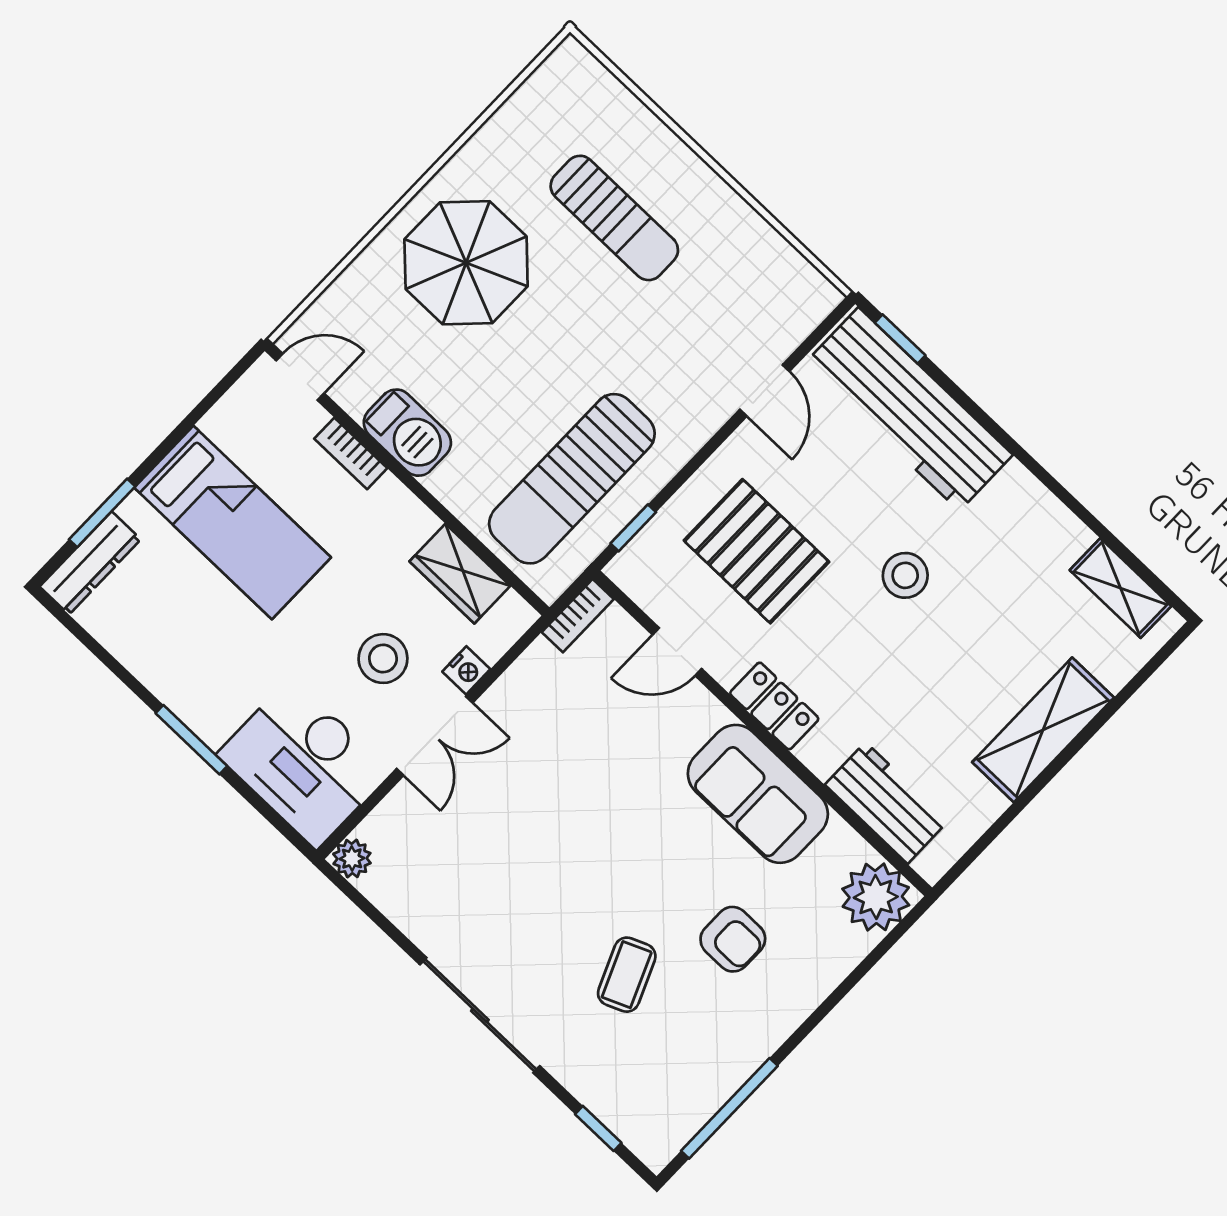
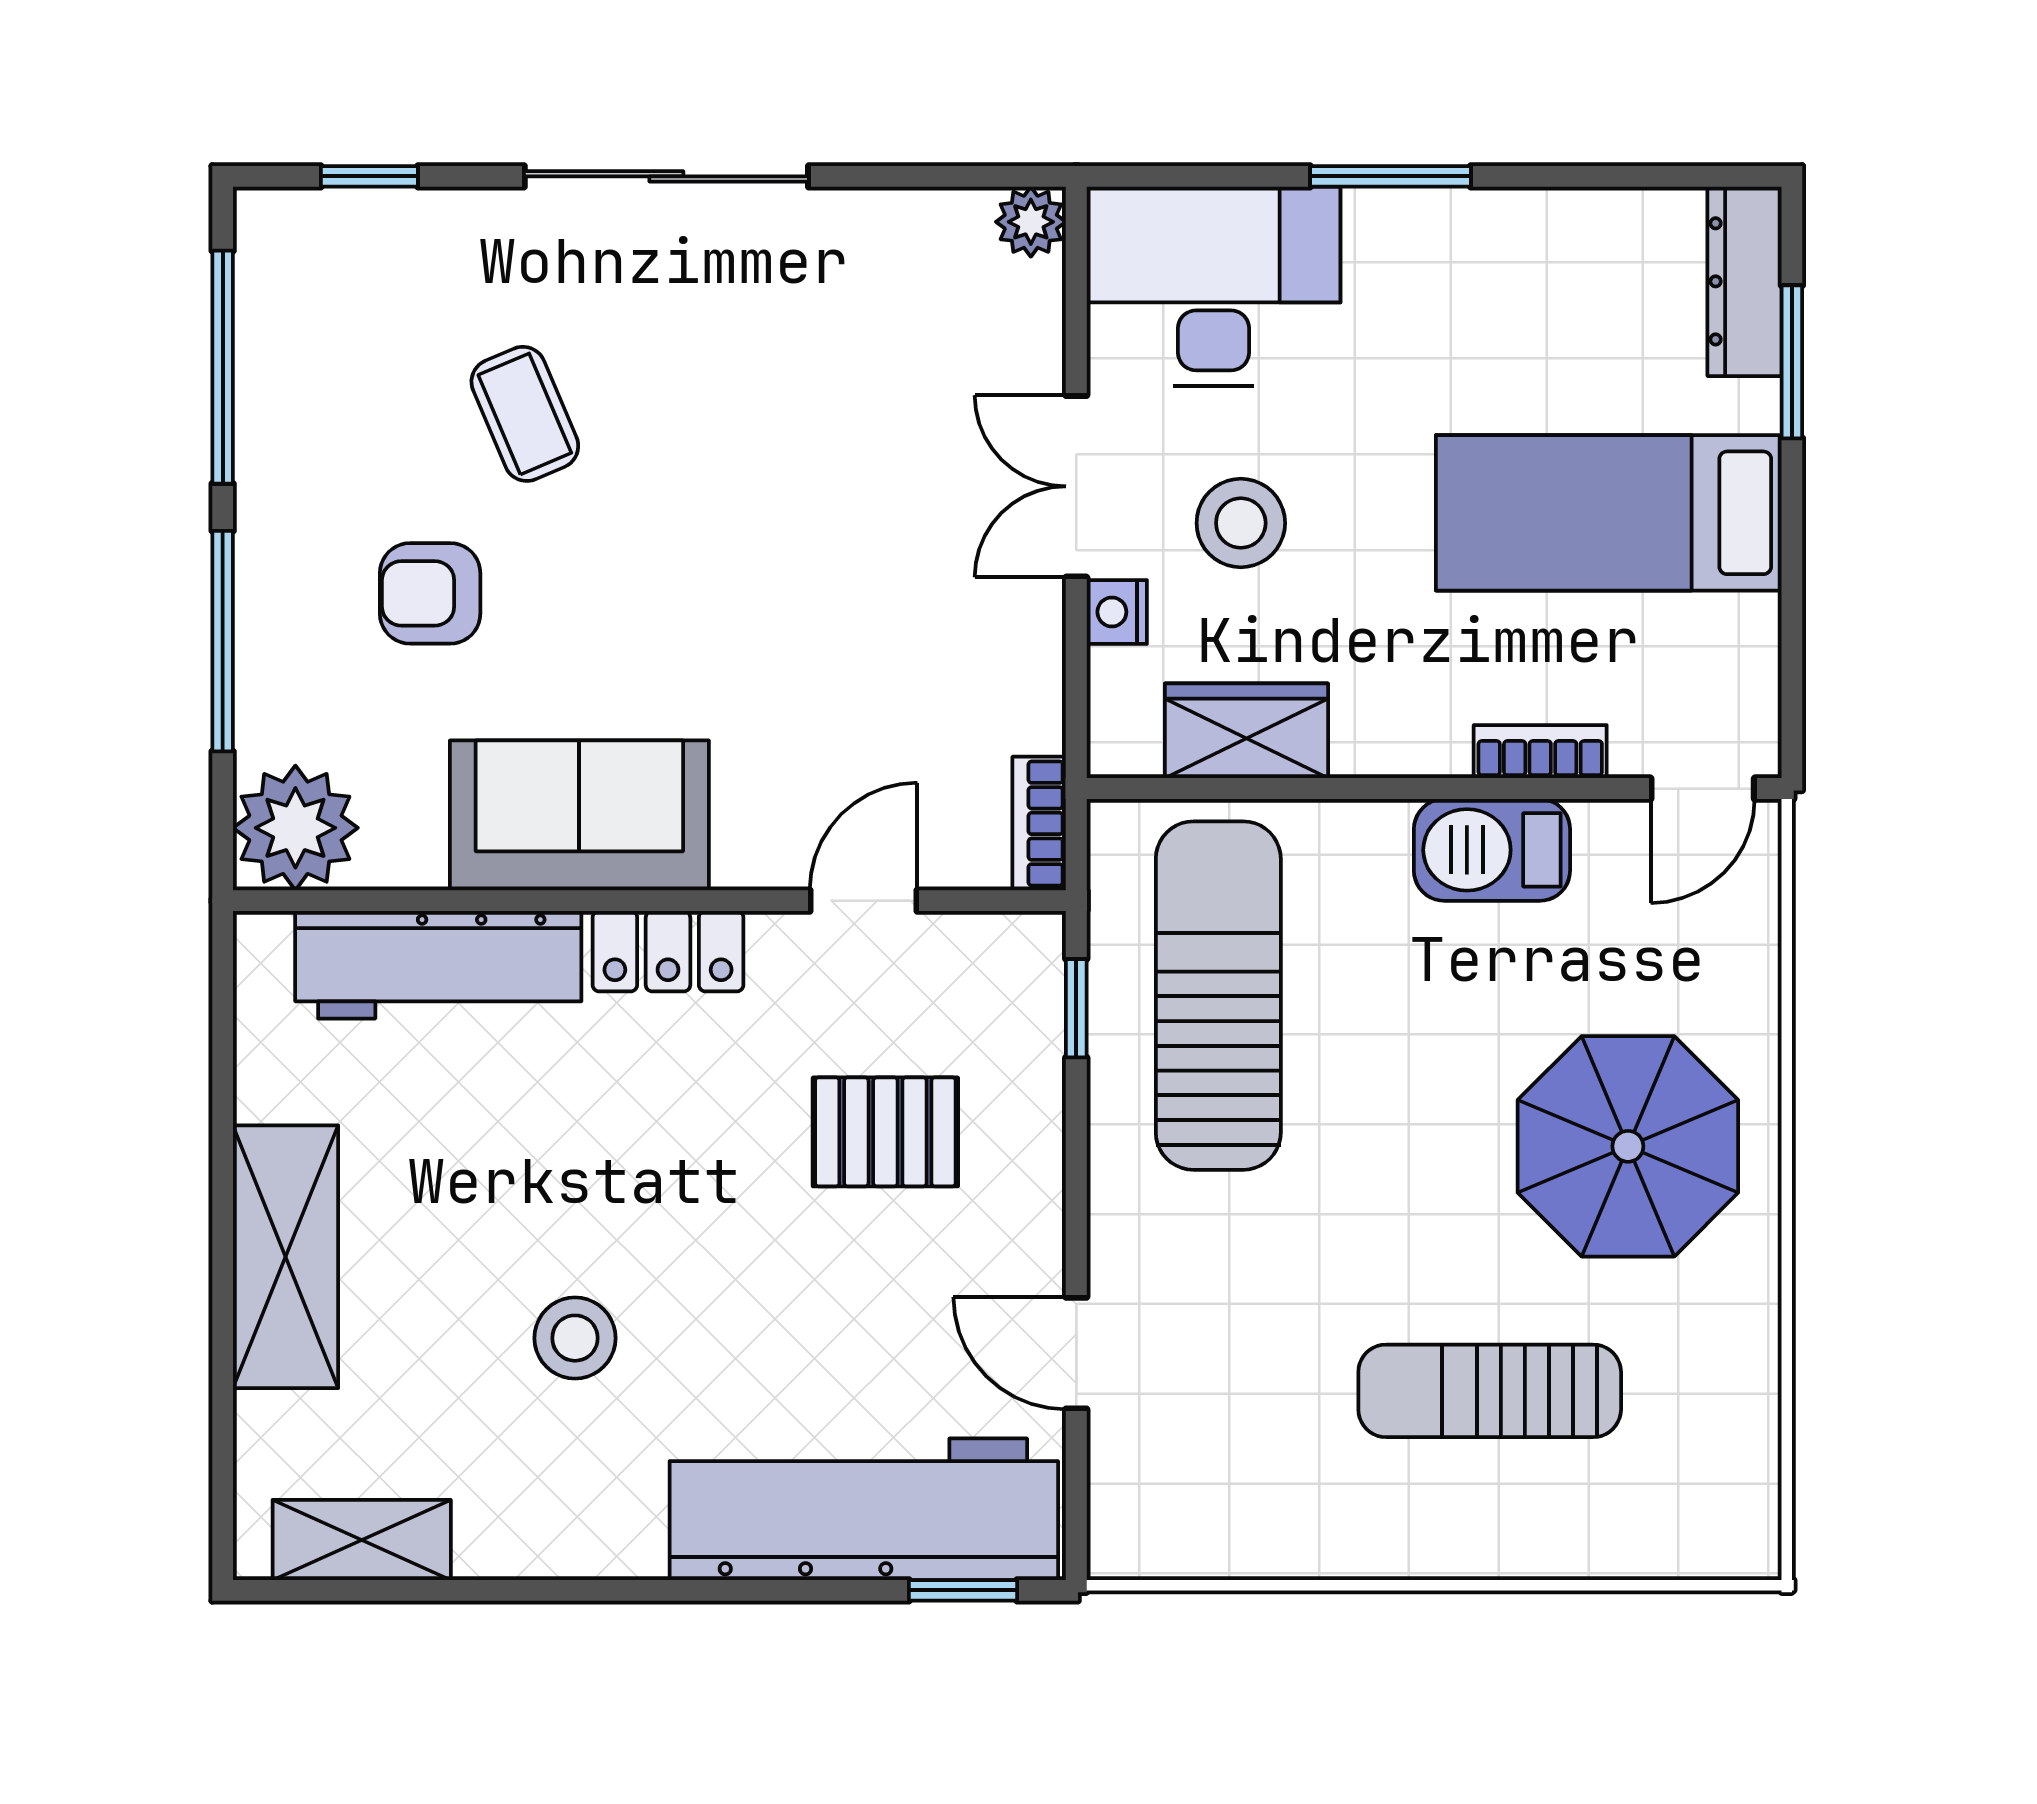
pallet: (756, 551) -> (885, 1132), width x0.67, depth x0.71
stool: (905, 575) -> (575, 1338), moved
workbench: (887, 803) -> (438, 965), width x1.37
window: (834, 999) -> (223, 641), added

